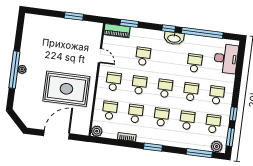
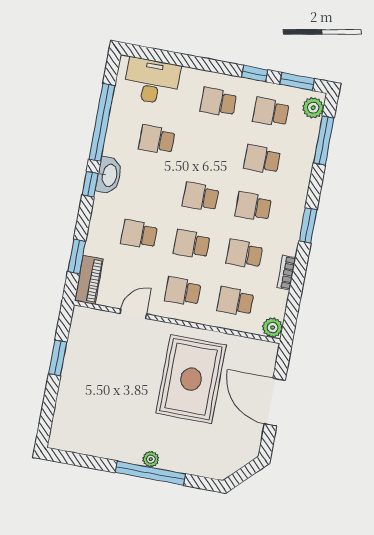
school desk: (191, 92) -> (209, 150), removed

